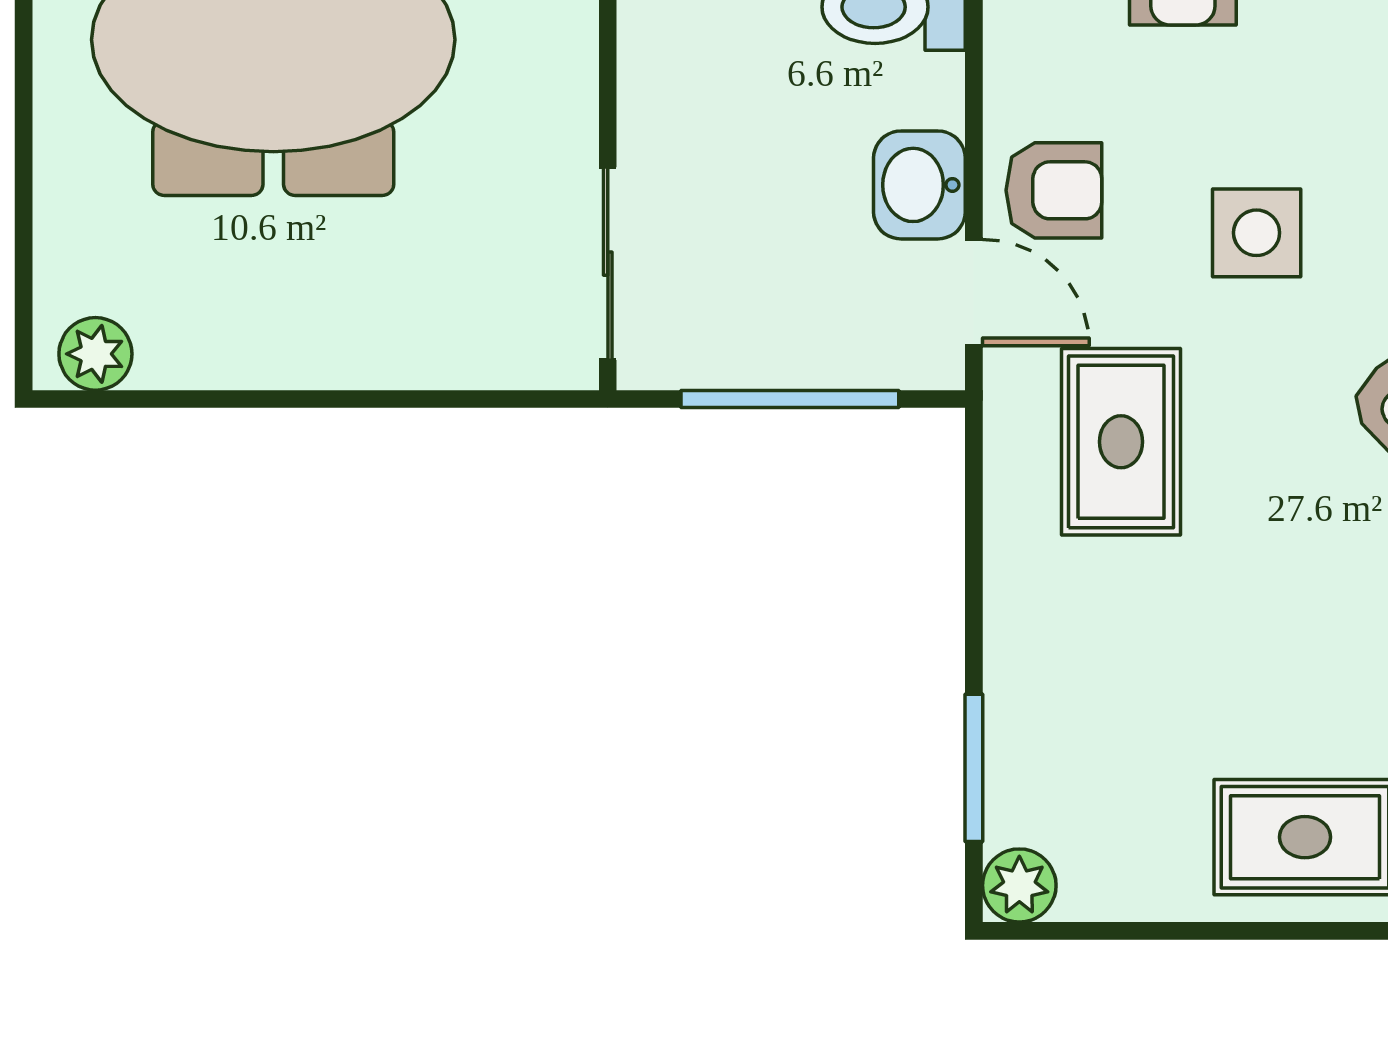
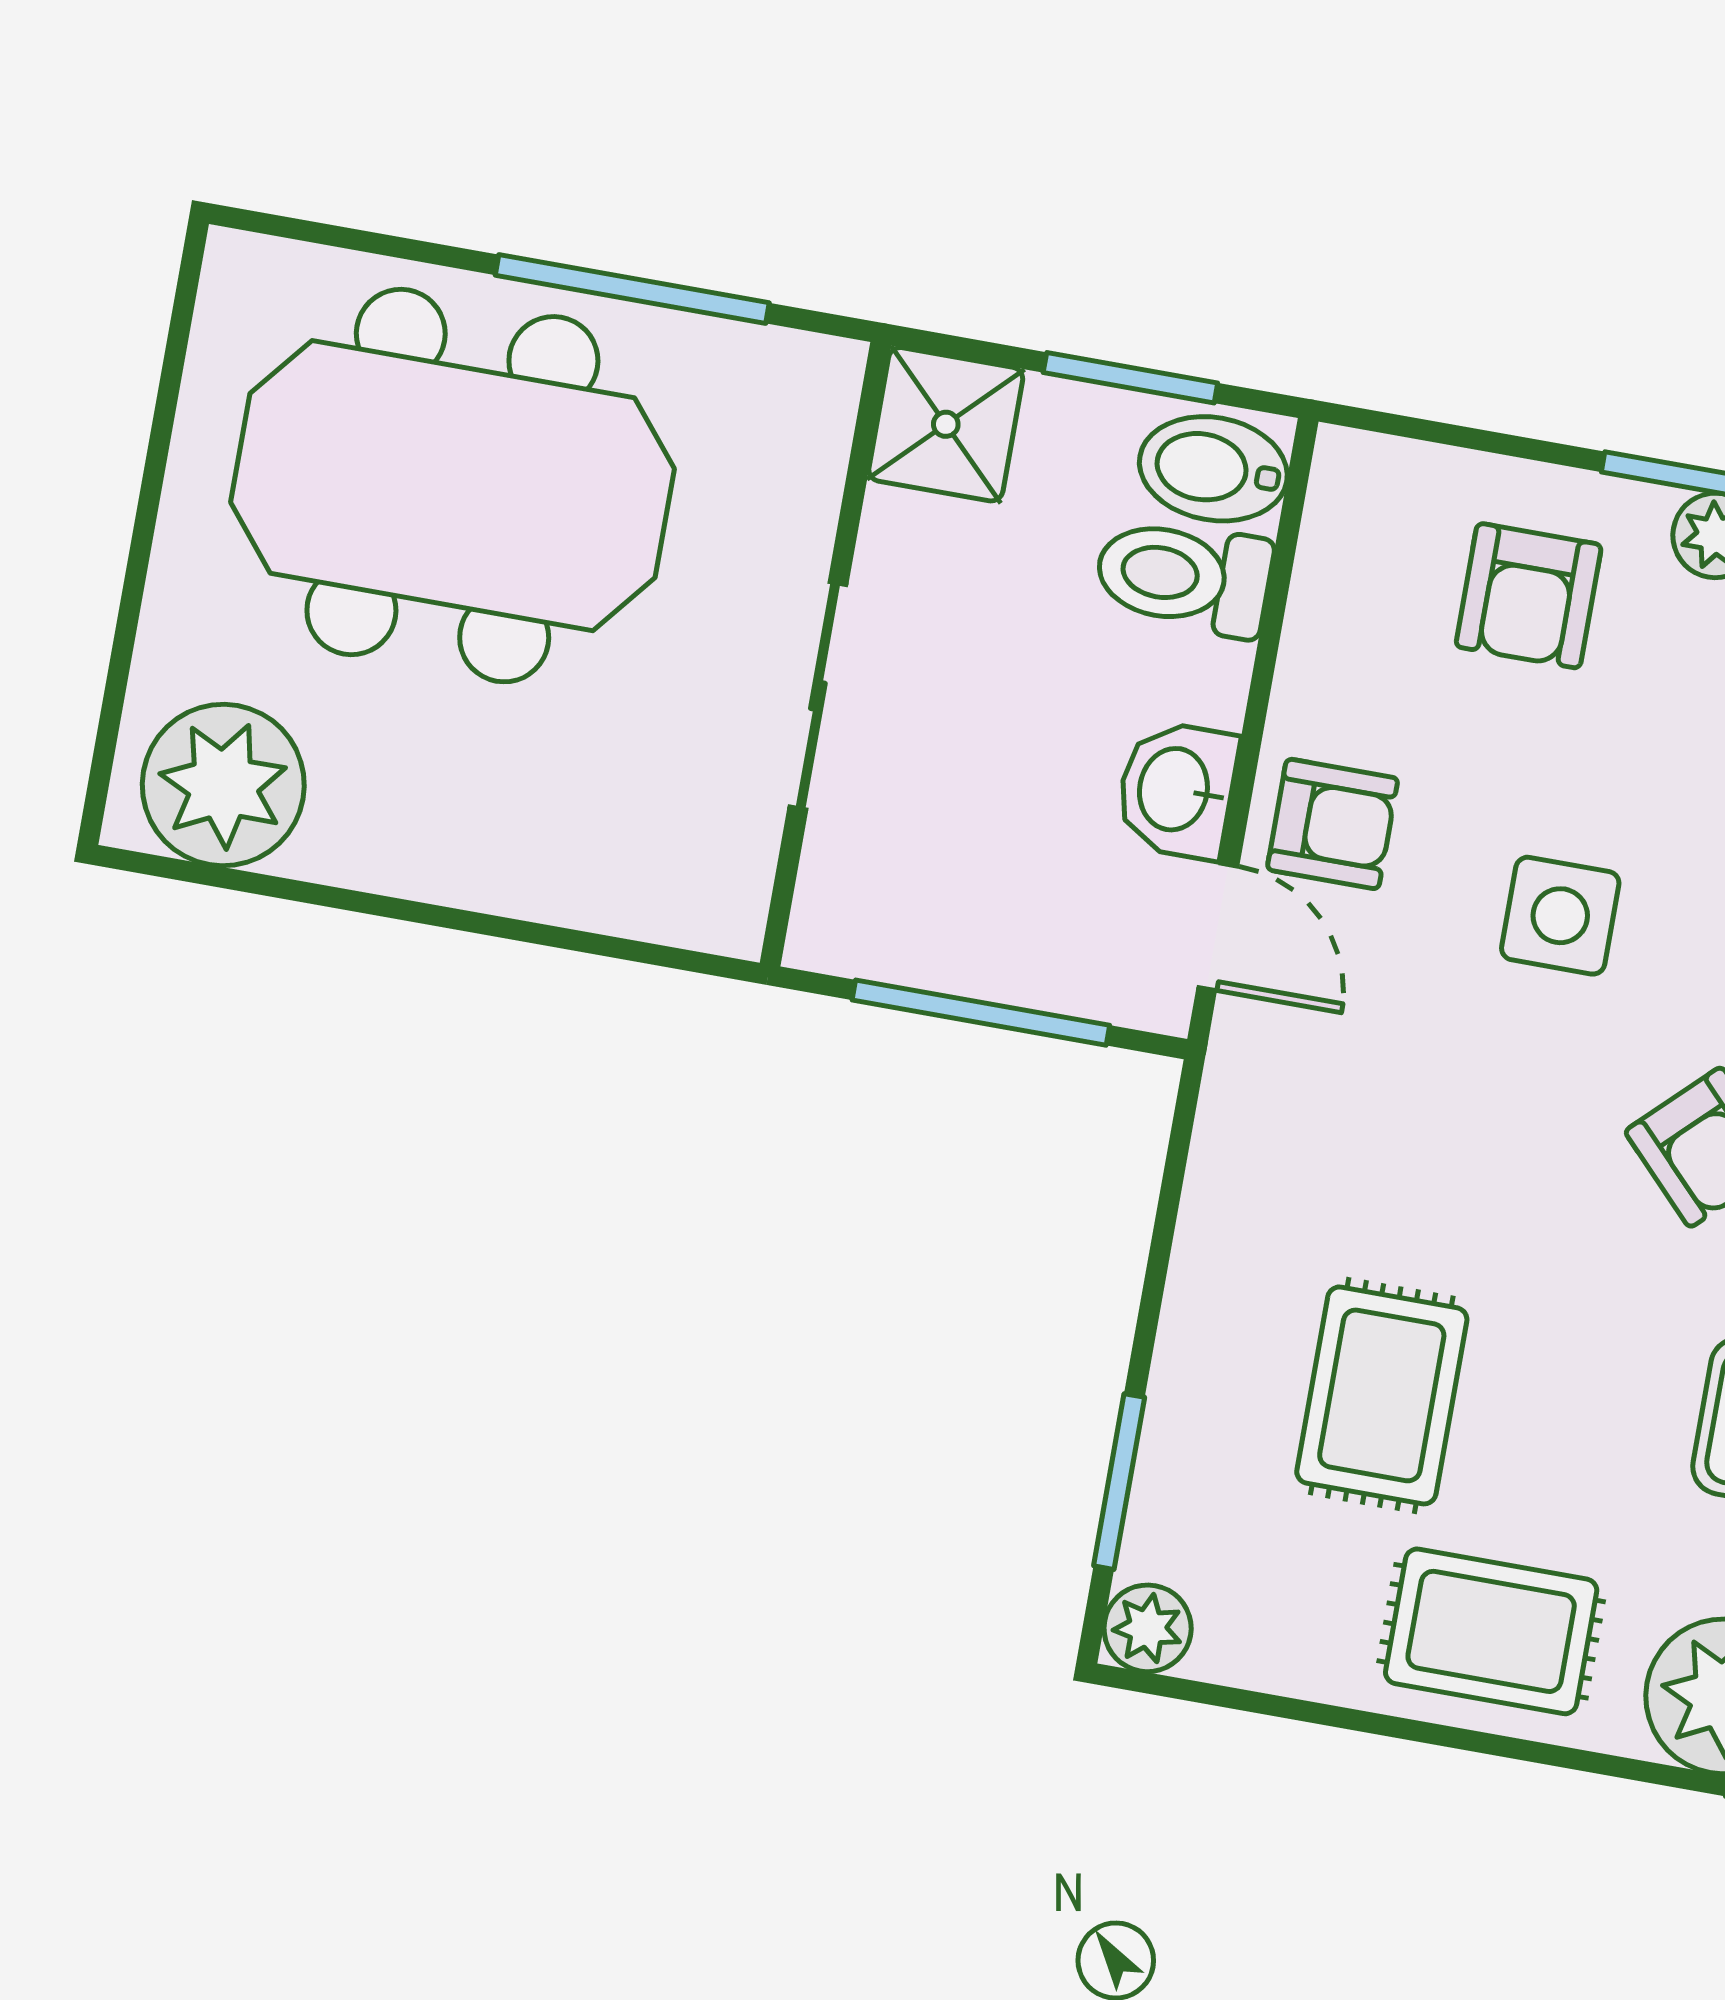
sliding door: (608, 264) -> (818, 696), moved
plant: (95, 354) -> (223, 785), width x1.87, depth x1.87
rug: (1121, 442) -> (1382, 1395), moved

